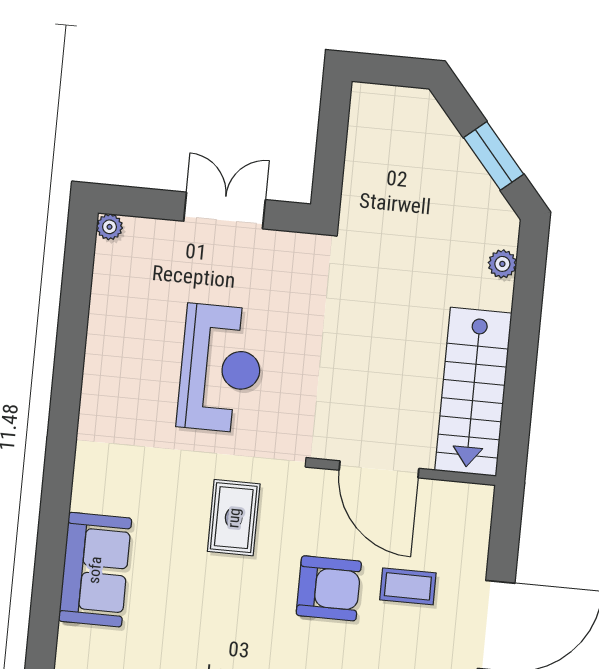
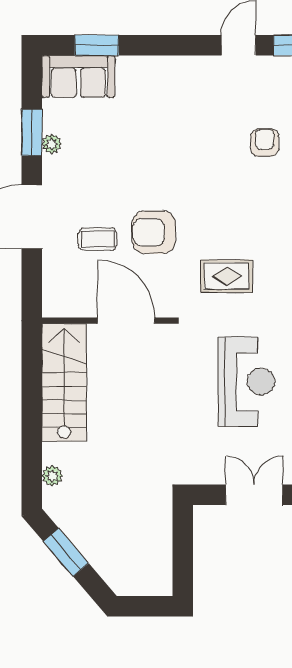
double door: (224, 210) -> (254, 495), swing flipped
reception desk: (221, 368) -> (246, 382), turned 180
rug: (234, 518) -> (227, 276), turned 90

